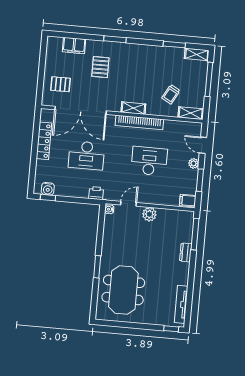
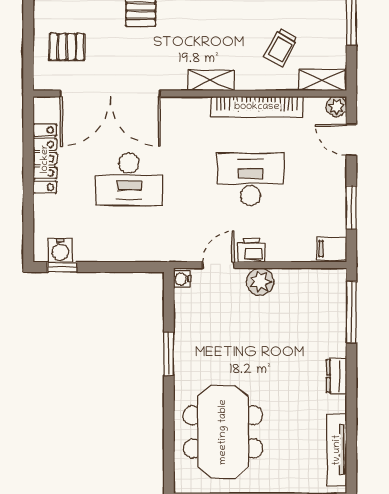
bookcase: (139, 122) -> (257, 107), moved
plant: (194, 163) -> (336, 107), moved
printer: (96, 193) -> (251, 250), moved
dresser: (186, 252) -> (337, 376), moved
window: (97, 267) -> (169, 354), moved

